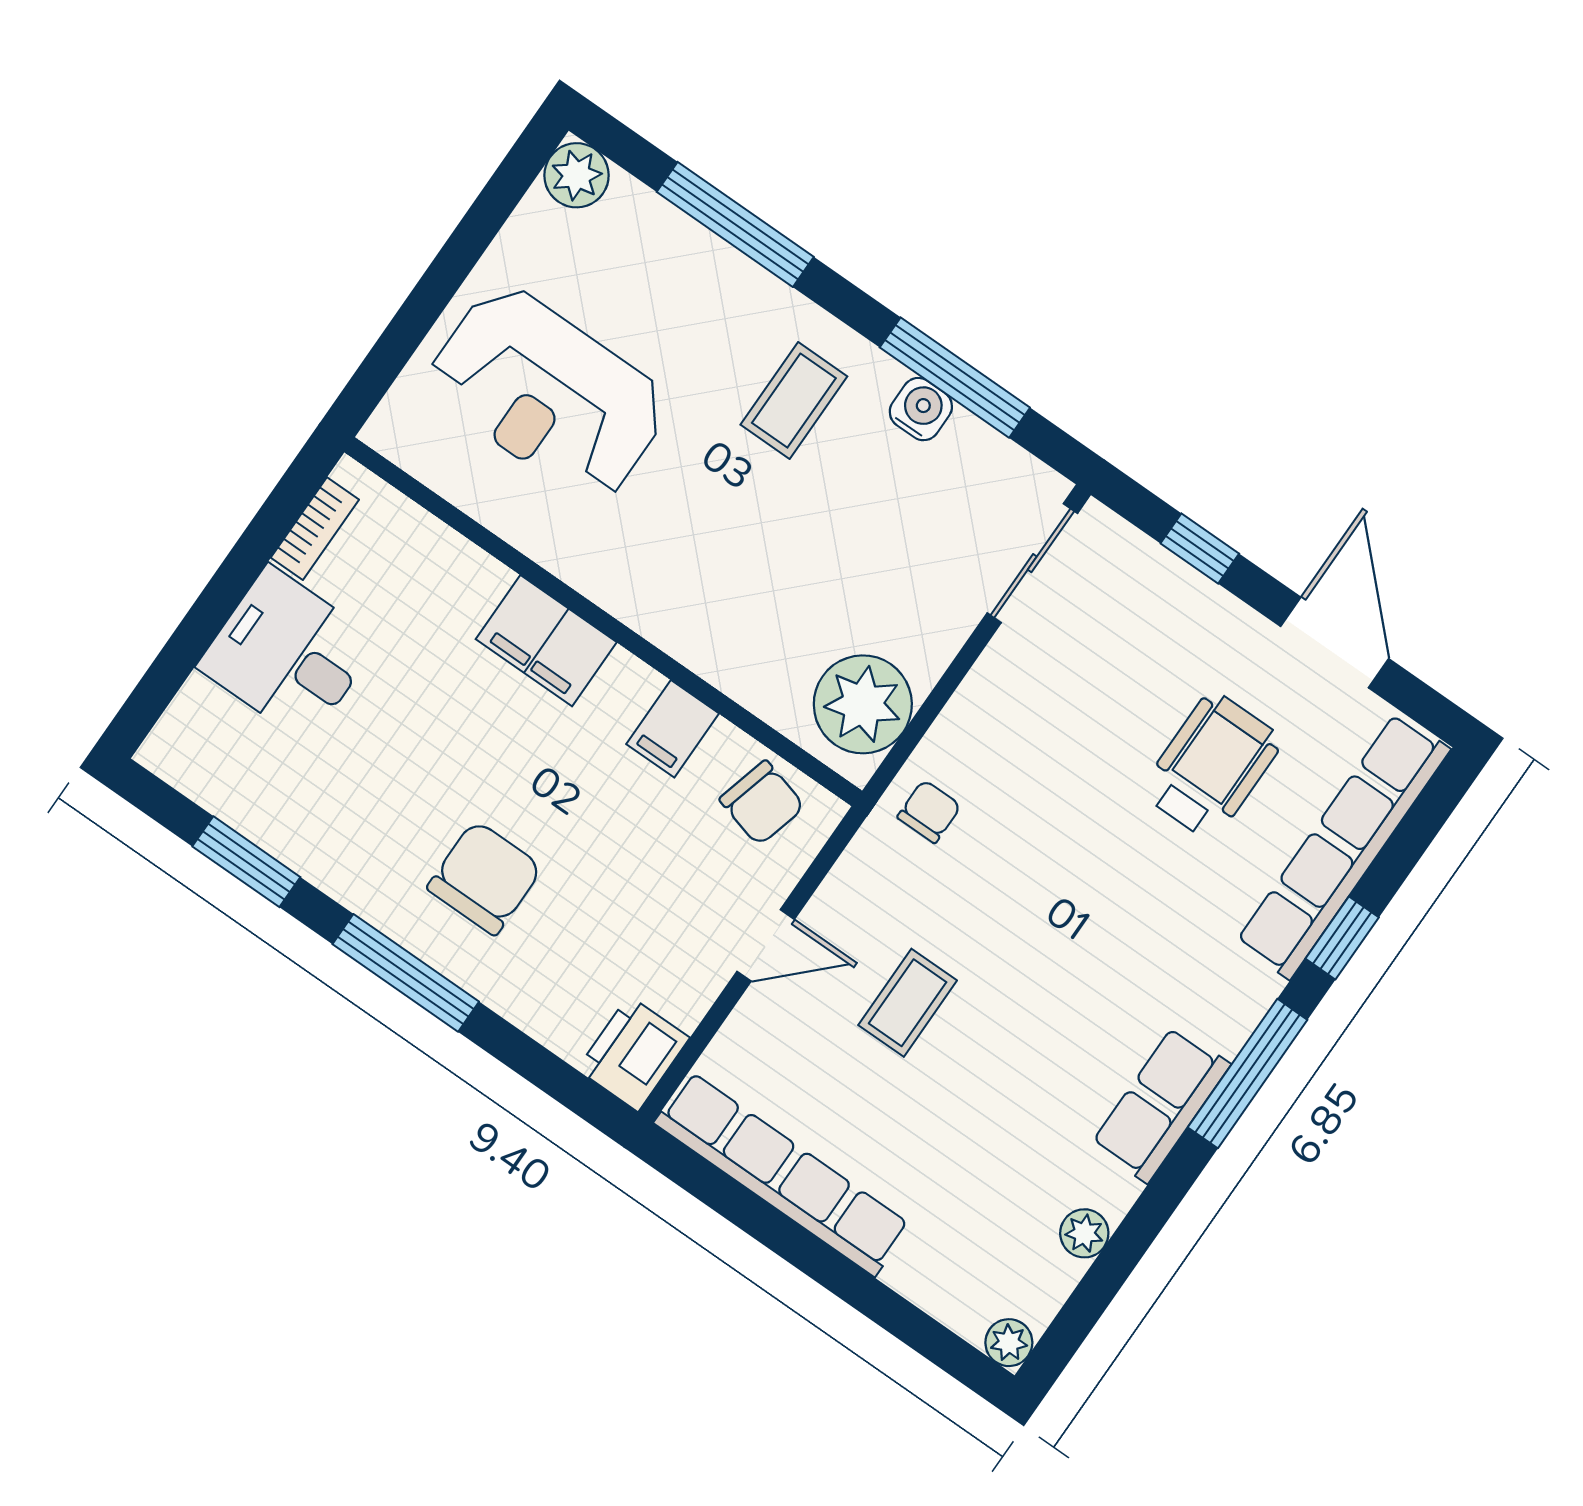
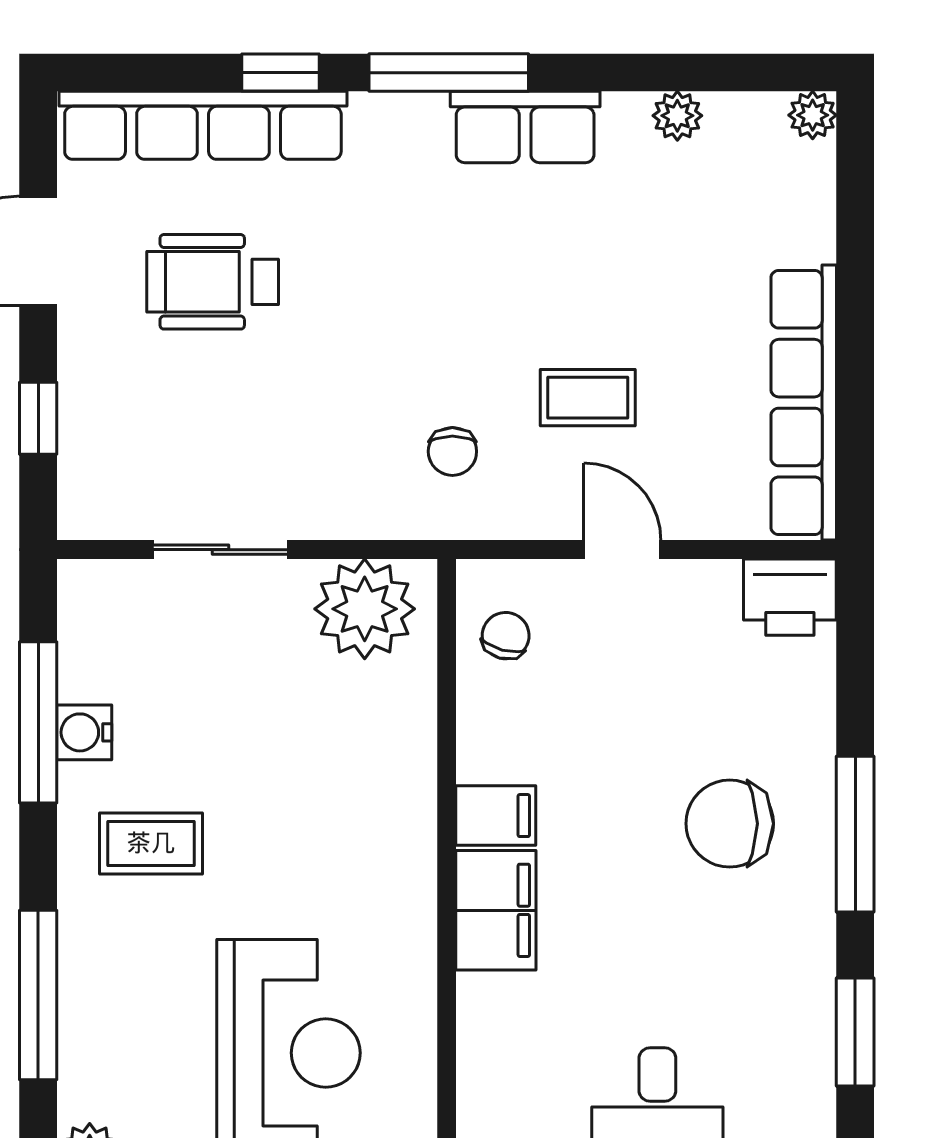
sliding door: (1032, 563) -> (220, 550), moved
filing cabinet: (673, 729) -> (496, 816), moved
chair: (762, 803) -> (506, 636), width x0.73, depth x0.73
chair: (929, 811) -> (452, 451), moved, turned -90

